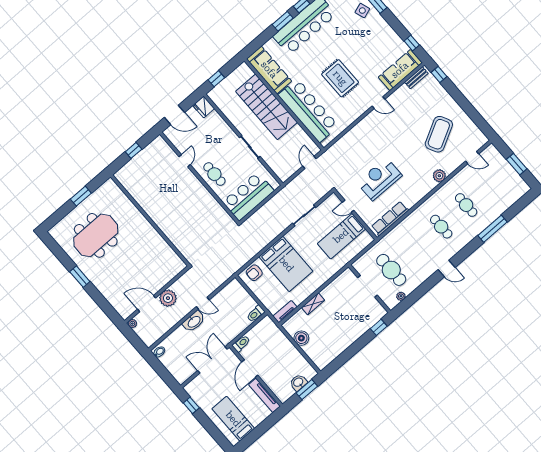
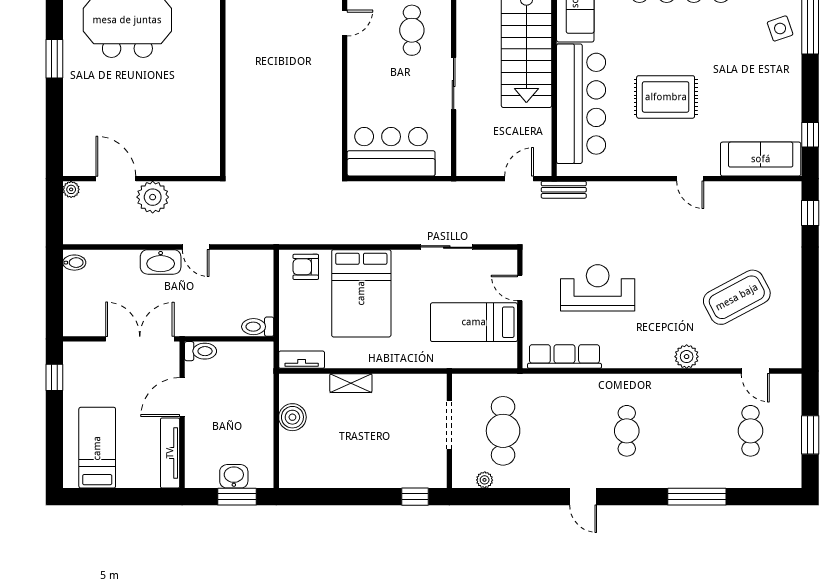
rug: (340, 78) -> (666, 97), turned 90
bench: (416, 78) -> (564, 190), moved
cafe table: (214, 174) -> (412, 30), moved
cafe table: (466, 205) -> (751, 431), moved

